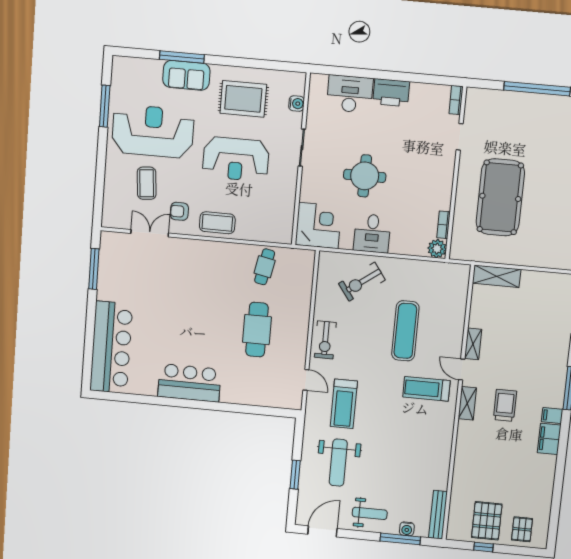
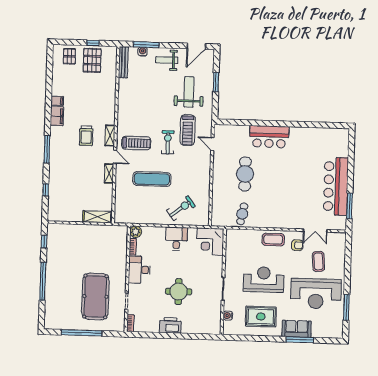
desk: (350, 94) -> (139, 270), moved, turned 90
round table: (365, 176) -> (179, 291), moved
pool table: (500, 197) -> (95, 296), moved
exercise mat: (405, 331) -> (152, 179), turned 90
exercise bike: (325, 340) -> (168, 142), moved
bar counter: (111, 347) -> (336, 186), moved
bar counter: (189, 383) -> (269, 137), moved
treadmill: (344, 404) -> (188, 130), turned 180
filing cabinet: (552, 415) -> (57, 101), moved

